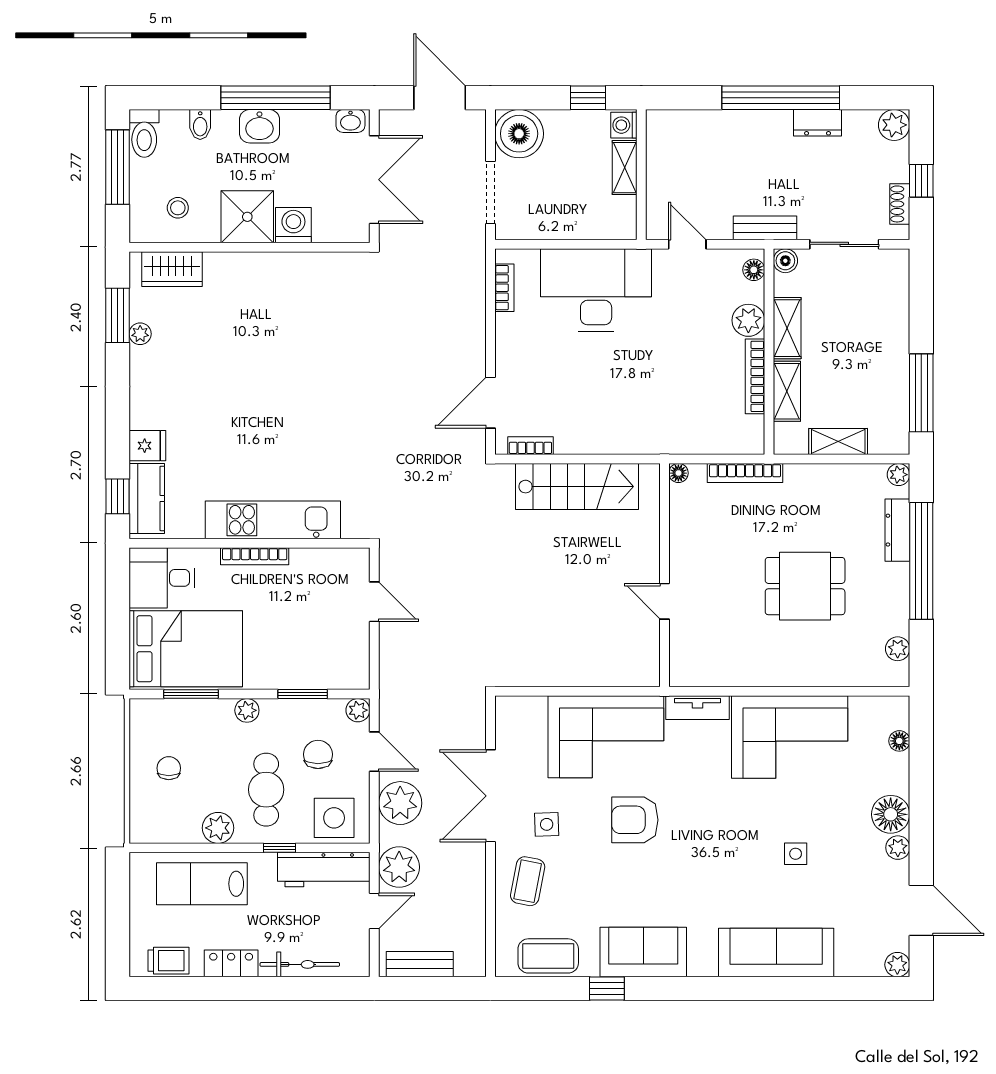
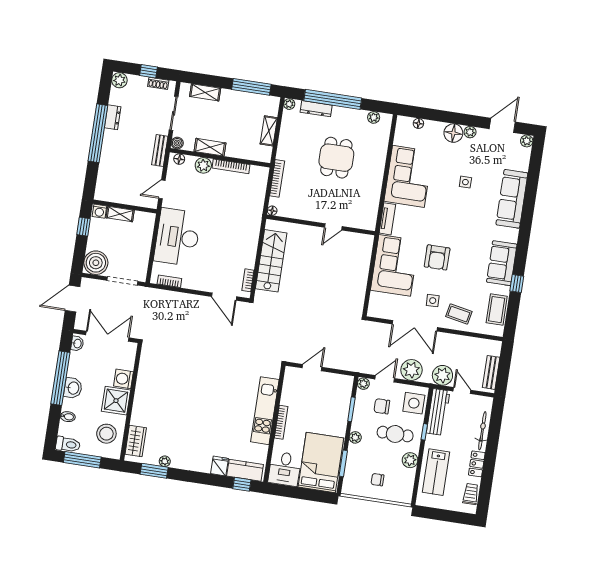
stool: (178, 208) -> (106, 434), width x1.89, depth x1.89
shelving: (787, 391) -> (205, 92), moved

